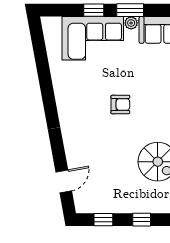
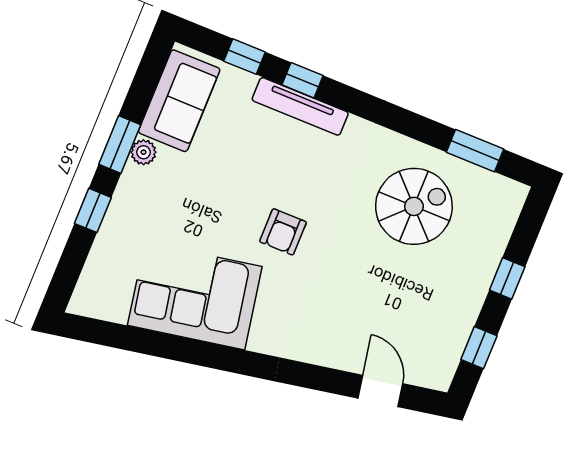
corner sofa: (93, 38) -> (195, 296), moved, turned -100
armchair: (120, 104) -> (283, 232), turned 180

